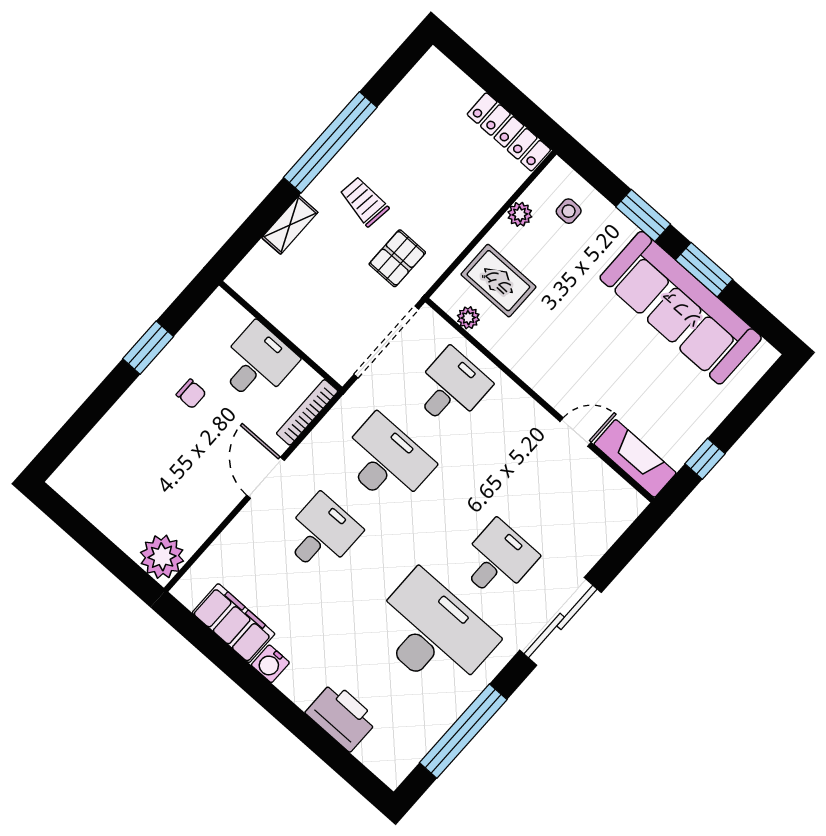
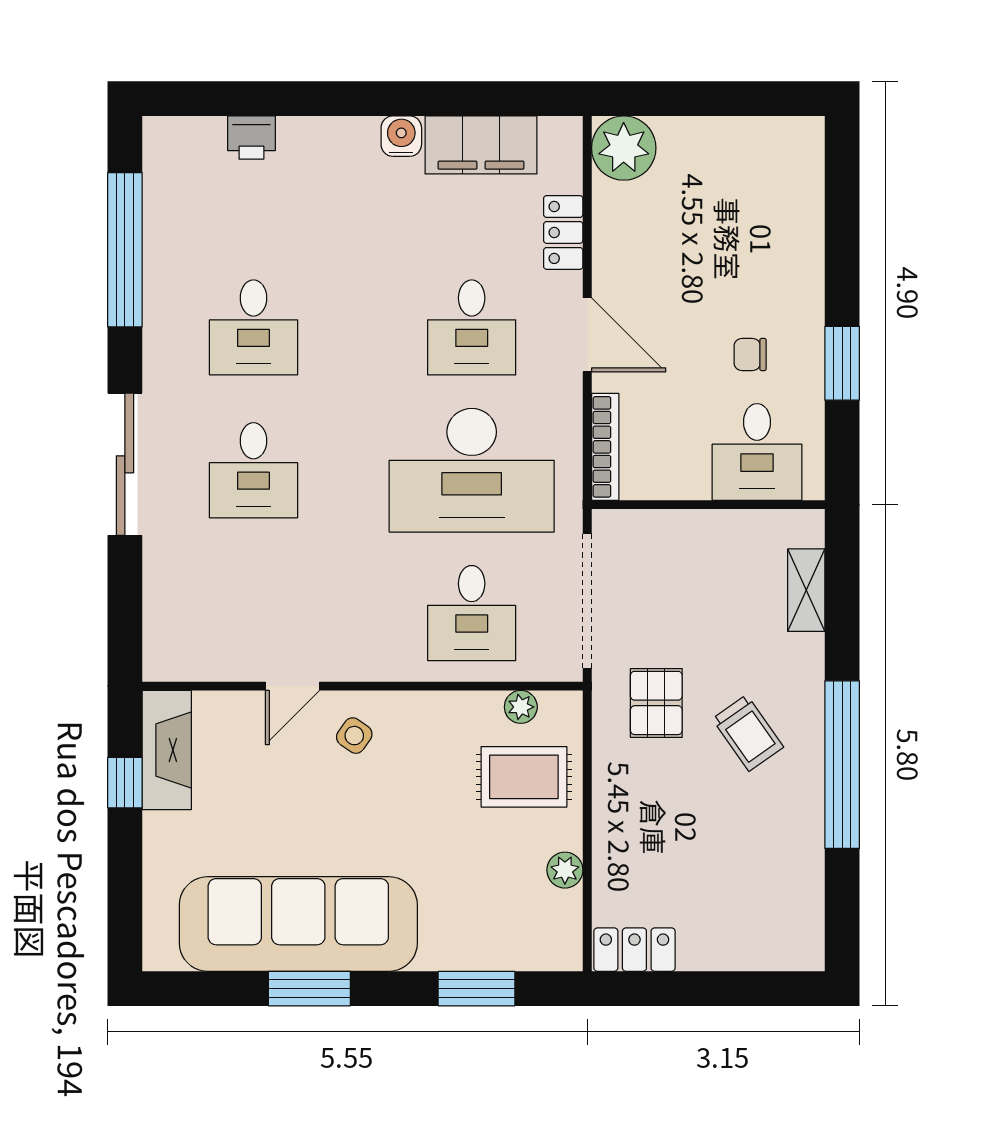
locker: (509, 132) -> (634, 950), width x0.66
trolley: (364, 201) -> (748, 733), turned 48
side table: (569, 211) -> (354, 736), moved, turned 35
window: (643, 215) -> (477, 989), moved
shelving: (290, 225) -> (806, 590), moved
desk: (257, 363) -> (757, 452), moved
fireplace: (635, 458) -> (167, 750), moved, turned -90
desk: (386, 461) -> (472, 470), width x1.36, depth x1.30
locker: (231, 541) -> (563, 232), added
desk: (433, 633) -> (253, 327), width x0.53, depth x0.77
printer: (342, 716) -> (251, 138), width x0.53, depth x0.68

